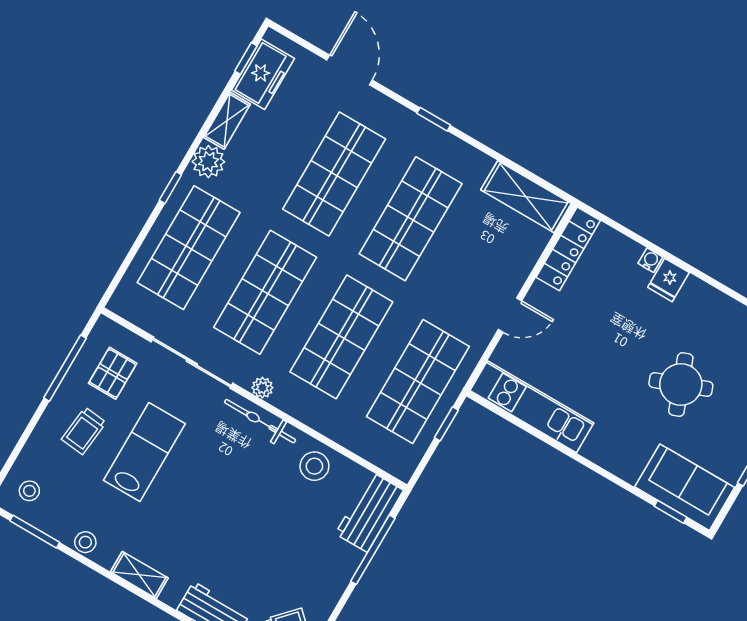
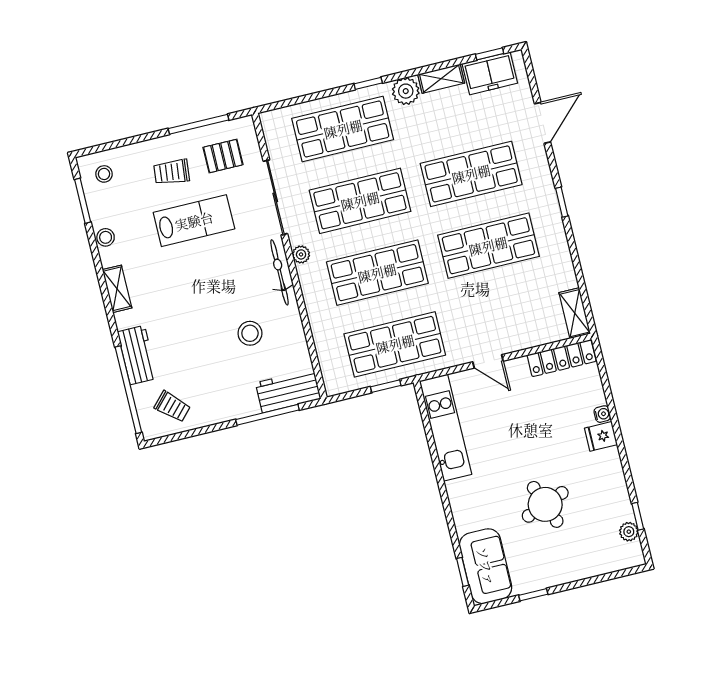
shelving: (526, 197) -> (575, 313), width x0.67, depth x0.75
stool: (314, 466) -> (250, 333), moved

